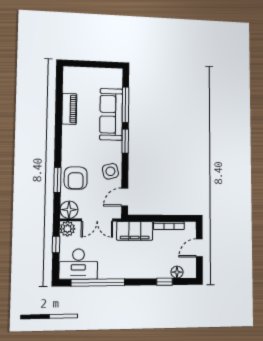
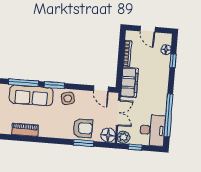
side table: (110, 171) -> (68, 98), moved

